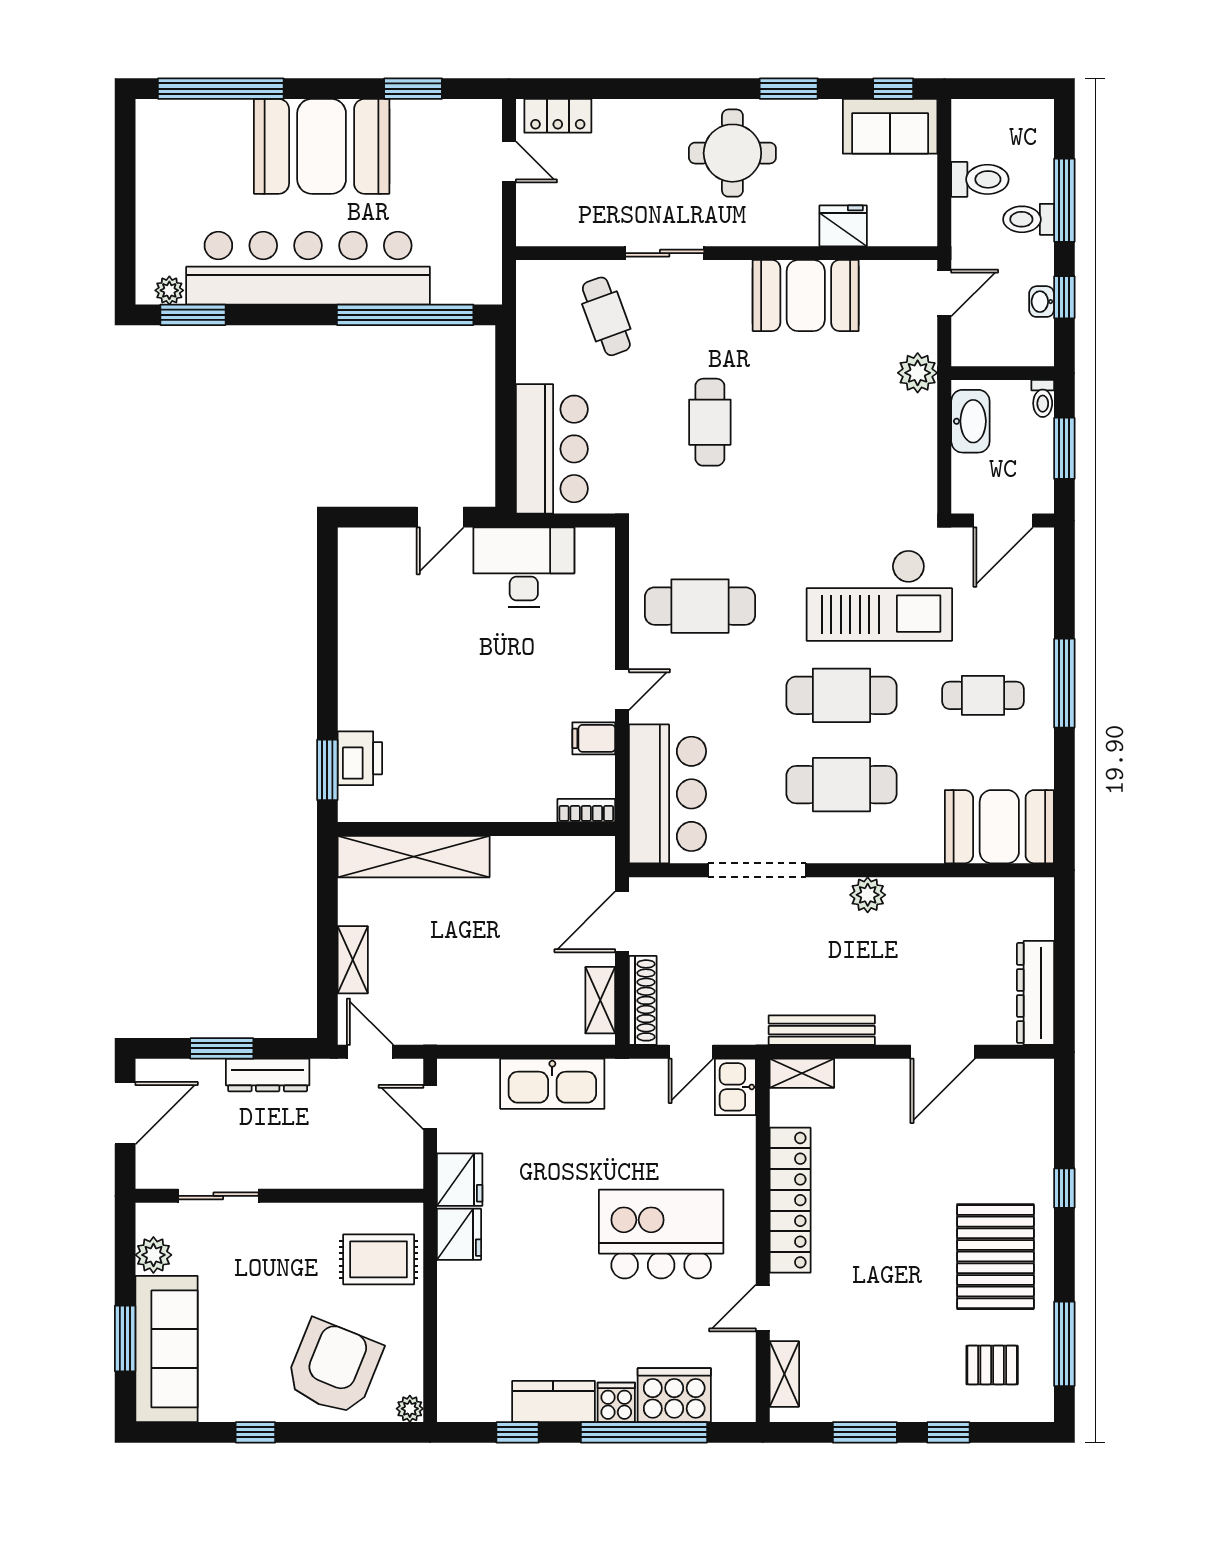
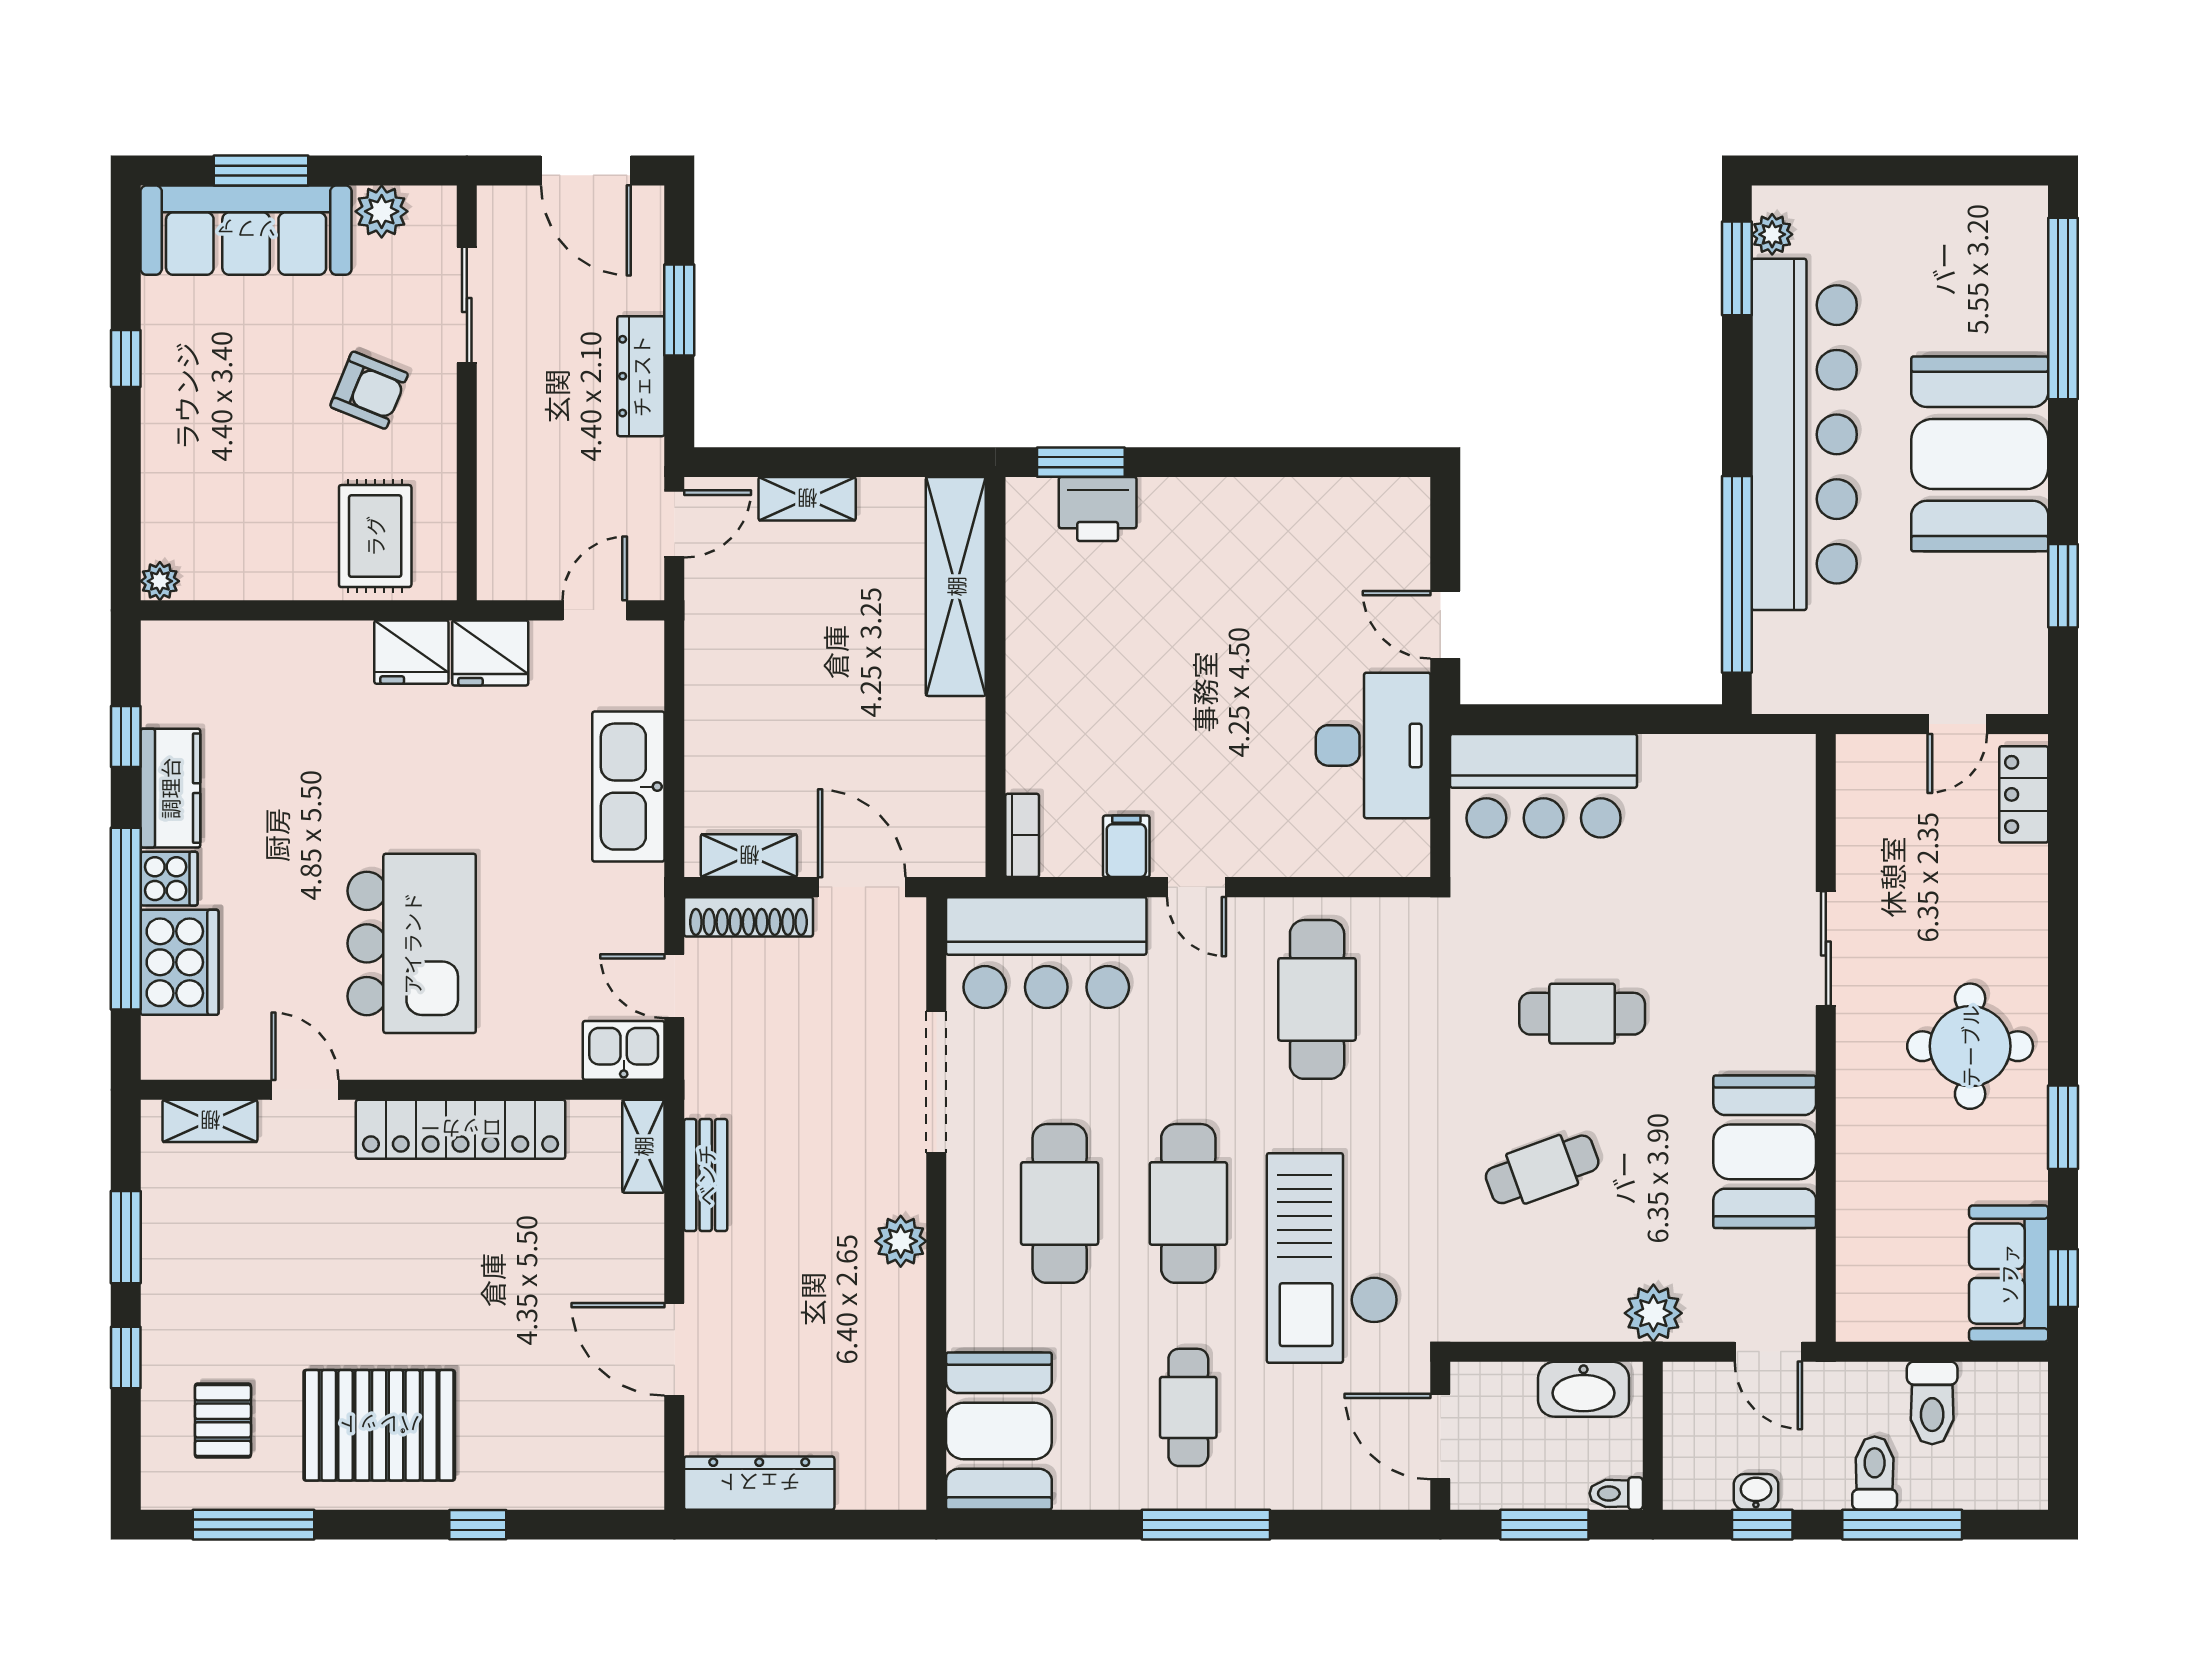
fridge: (843, 226) -> (1865, 1206), removed
cafe table: (606, 316) -> (1542, 1169), moved
bench: (822, 1030) -> (706, 1175), width x0.73
armchair: (334, 1368) -> (369, 390), moved, width x0.53, depth x0.53

